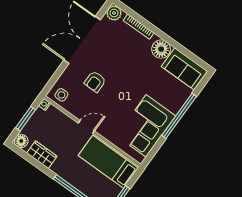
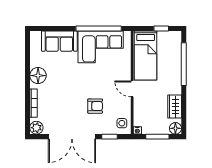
sofa: (184, 69) -> (59, 41), moved, turned 90
window: (57, 75) -> (110, 137), added
window: (179, 116) -> (99, 28), moved

